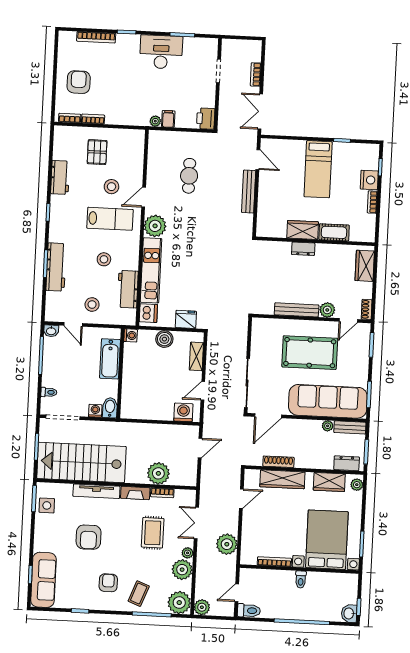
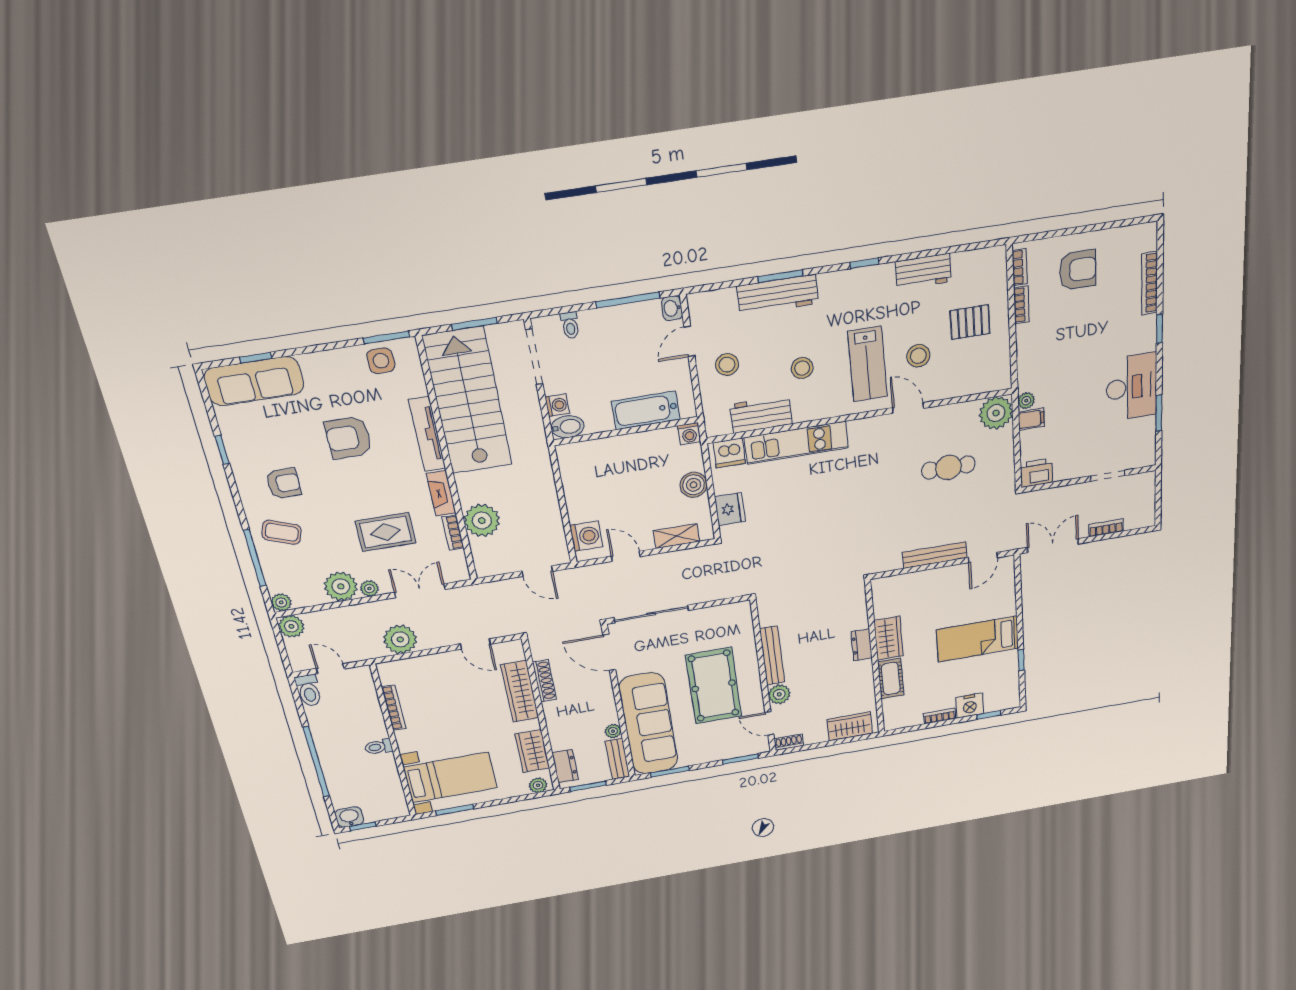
plant: (155, 226) -> (996, 413), moved
bed with nightstands: (327, 540) -> (450, 777), width x0.73
plant: (179, 603) -> (281, 602), width x0.53, depth x0.53

